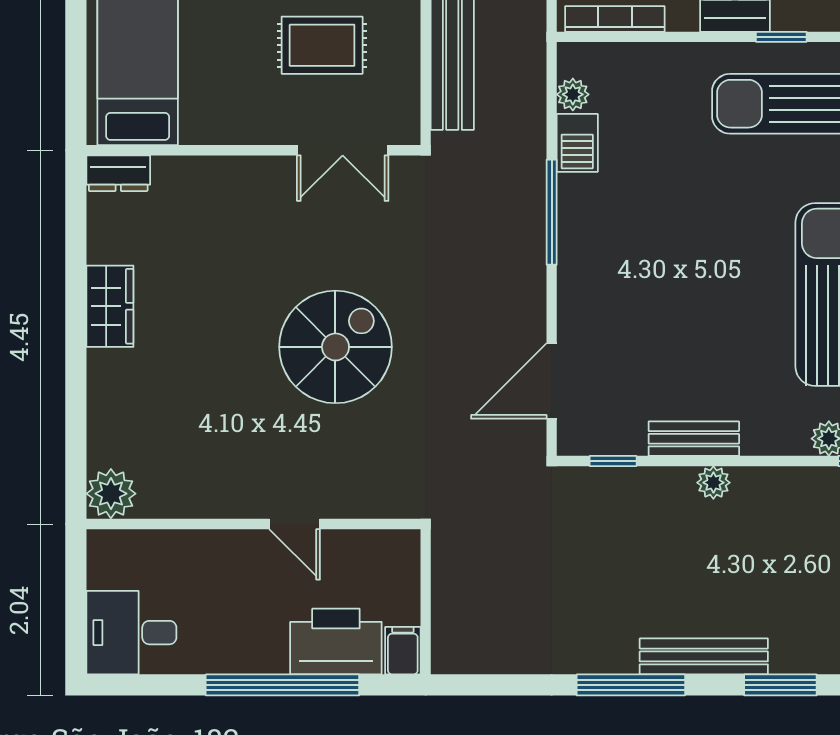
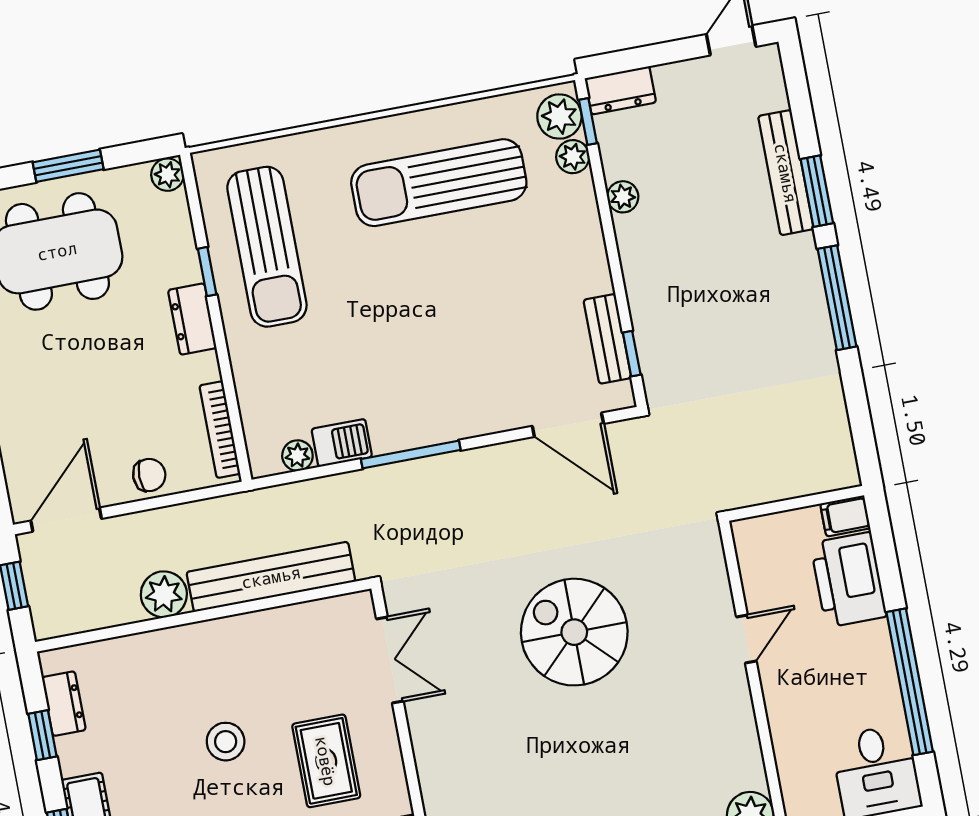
rug: (322, 45) -> (326, 761), moved
bench: (694, 439) -> (607, 339), moved
plant: (713, 483) -> (623, 197), moved
bench: (704, 656) -> (786, 173), moved
window: (282, 685) -> (910, 682), moved
window: (780, 685) -> (817, 191), moved

